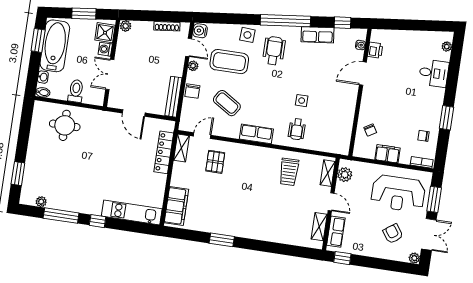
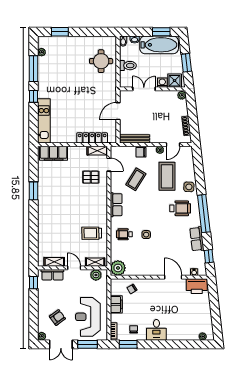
water cooler: (200, 31) -> (187, 151), removed
printer: (375, 50) -> (197, 286), width x1.87, depth x1.48
desk: (434, 73) -> (156, 330), moved
window: (447, 118) -> (128, 344), moved
plant: (340, 144) -> (118, 268), added
door: (331, 202) -> (74, 268), swing flipped

